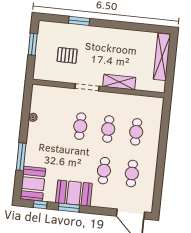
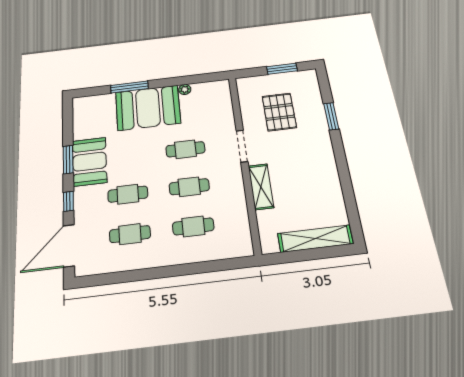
pallet: (67, 55) -> (279, 112), width x1.50, depth x1.42
booth: (33, 184) -> (148, 108), moved, width x1.36, depth x1.42
window: (40, 205) -> (68, 201), moved

